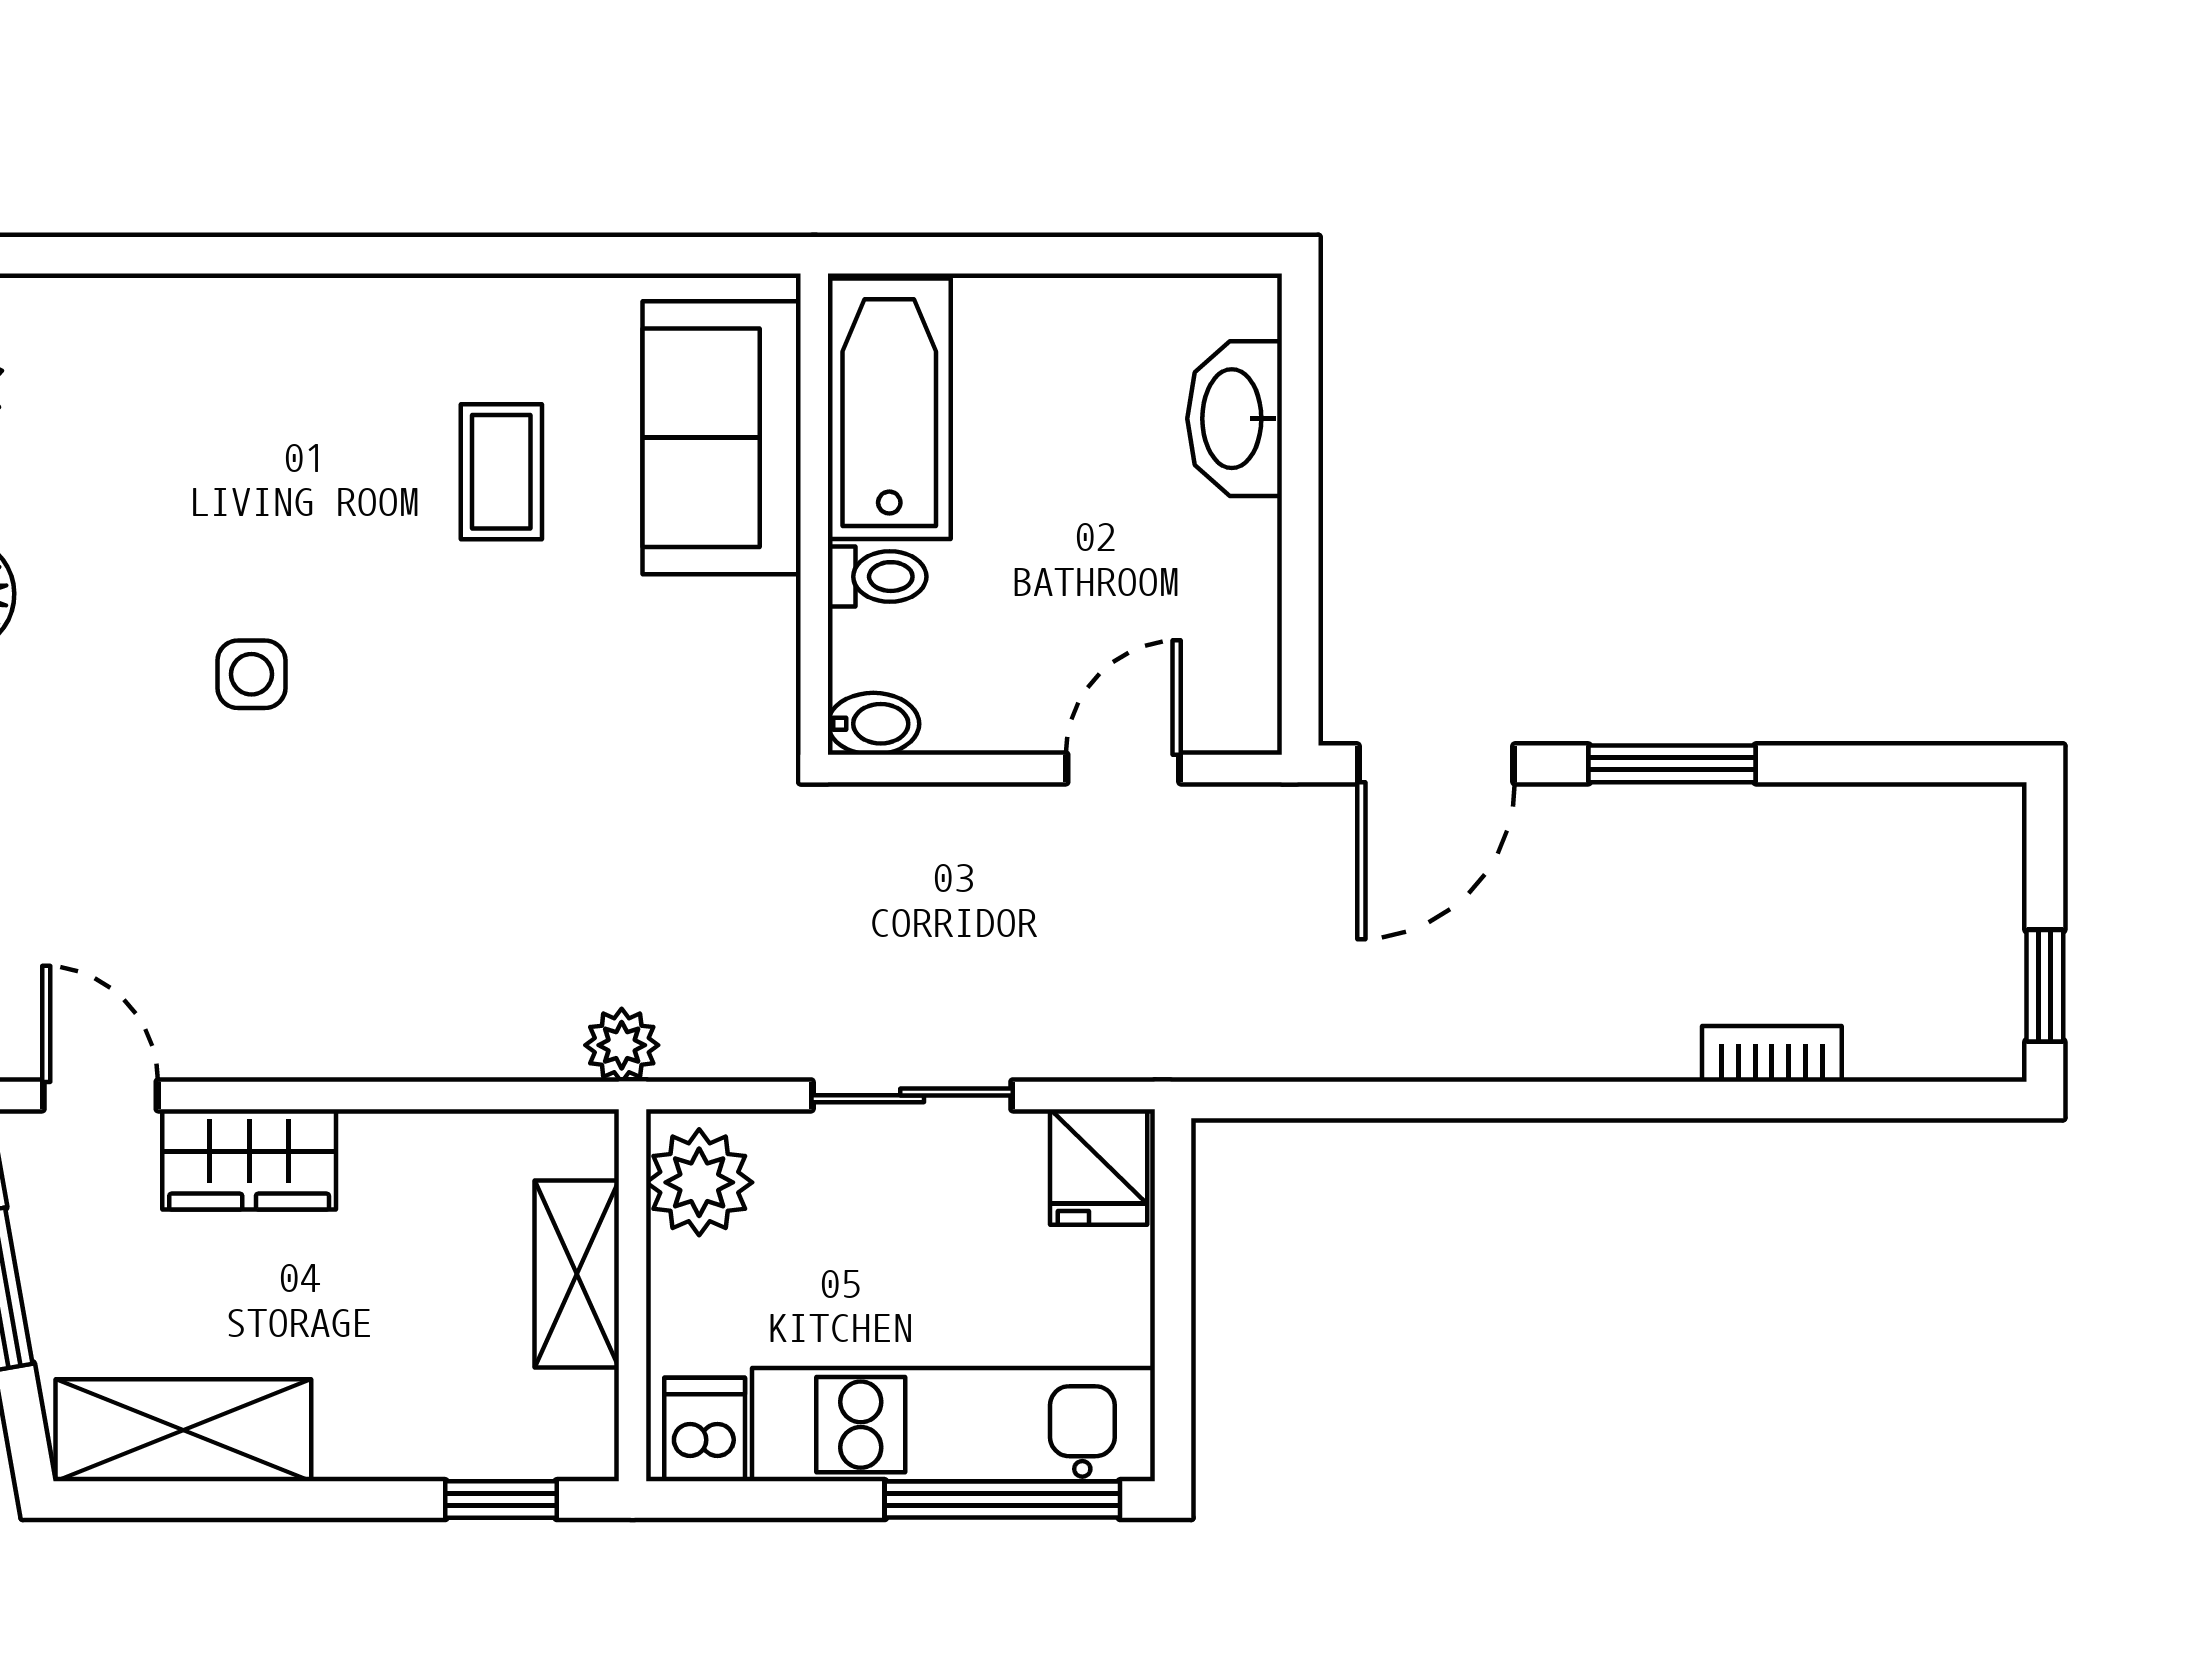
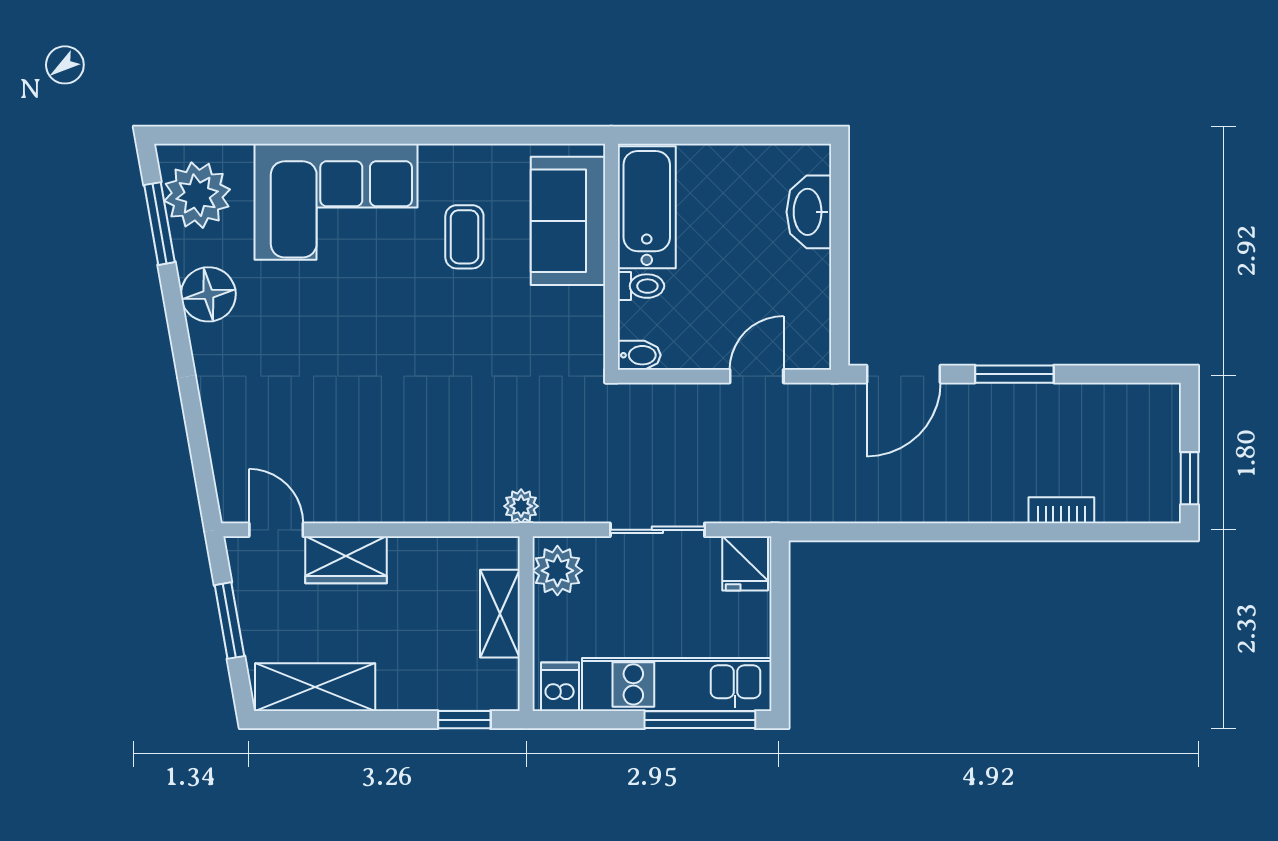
corner sofa: (228, 397) -> (336, 202), added
side table: (251, 674) -> (347, 332), removed

